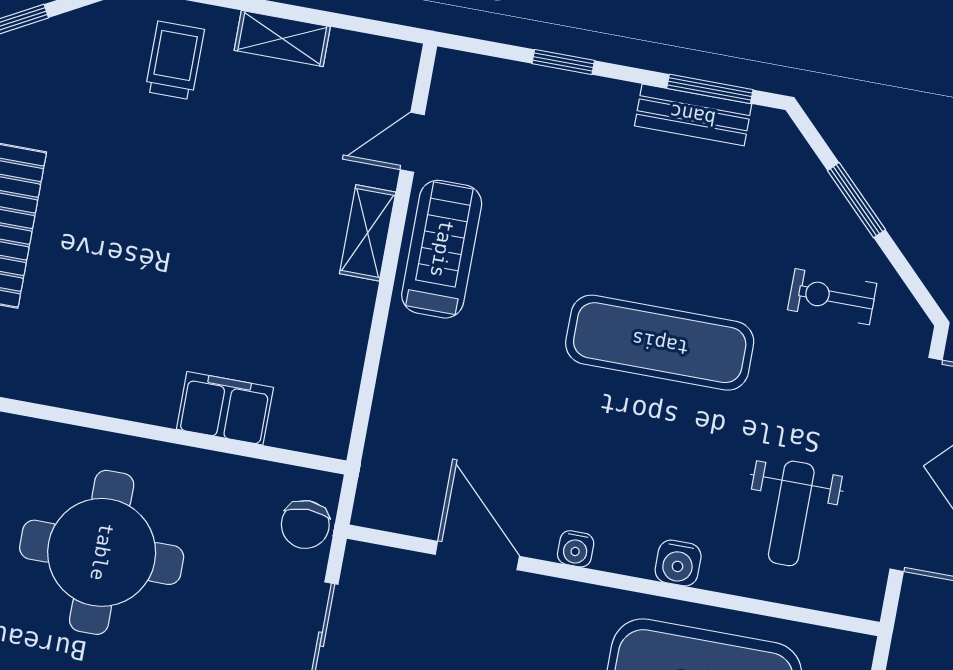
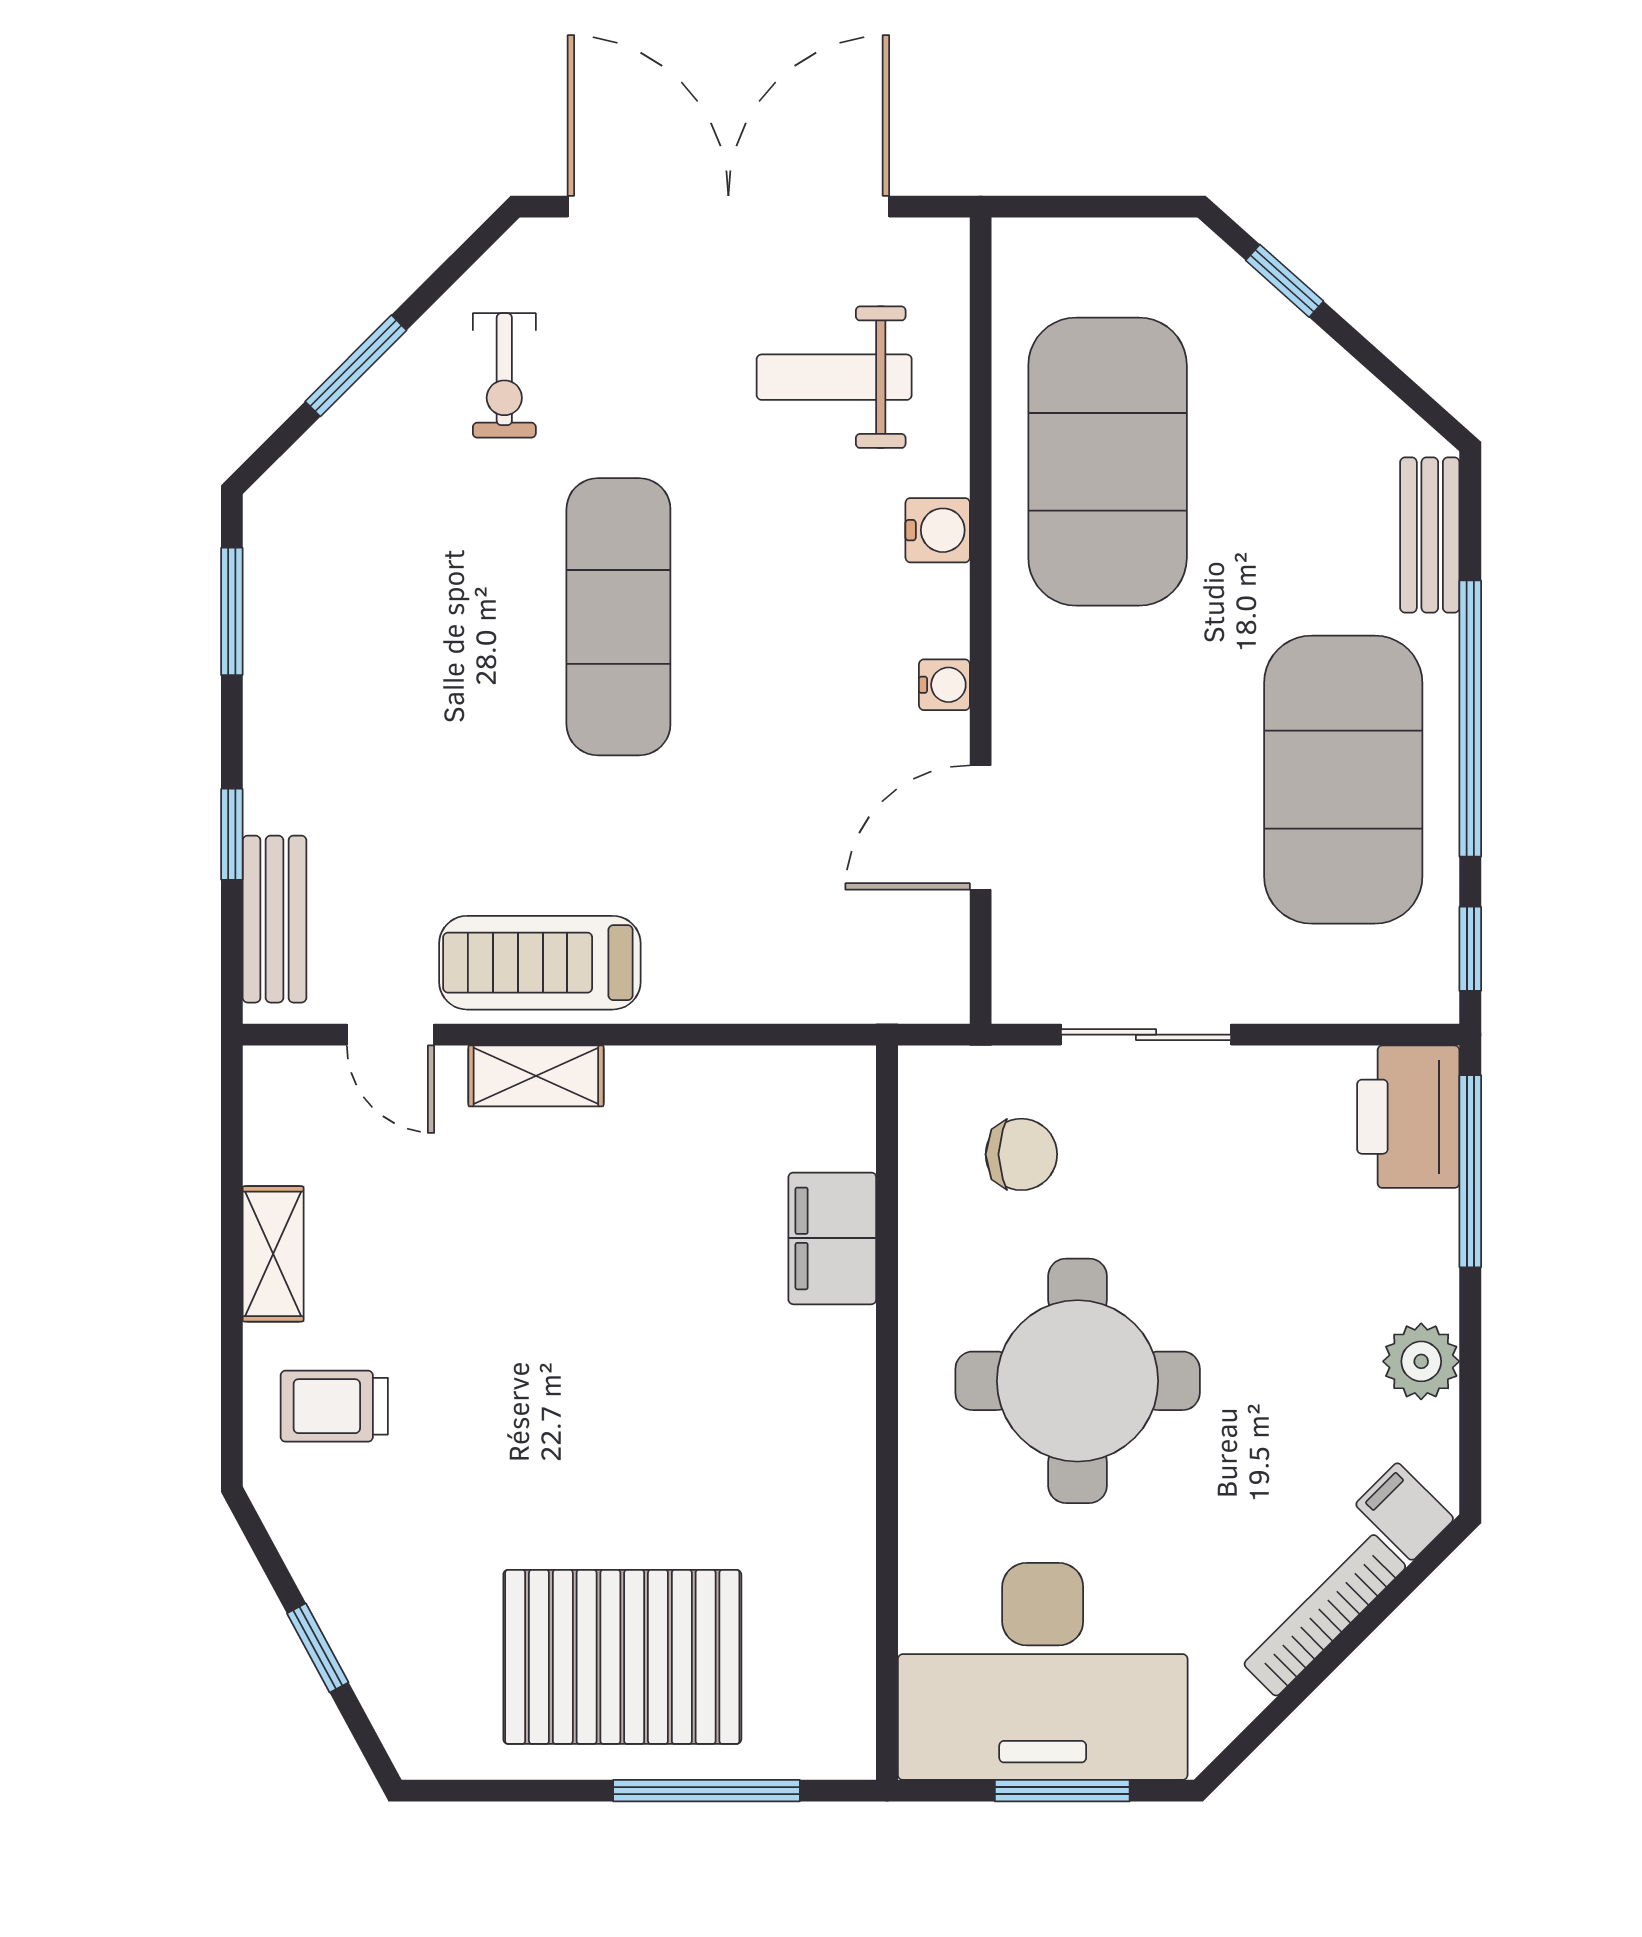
bench: (693, 115) -> (274, 919), moved
weight bench: (791, 513) -> (834, 377), turned 180
chair: (305, 524) -> (1021, 1154), moved

